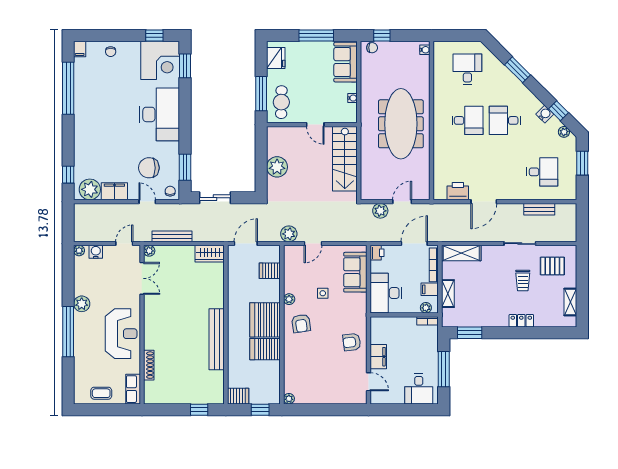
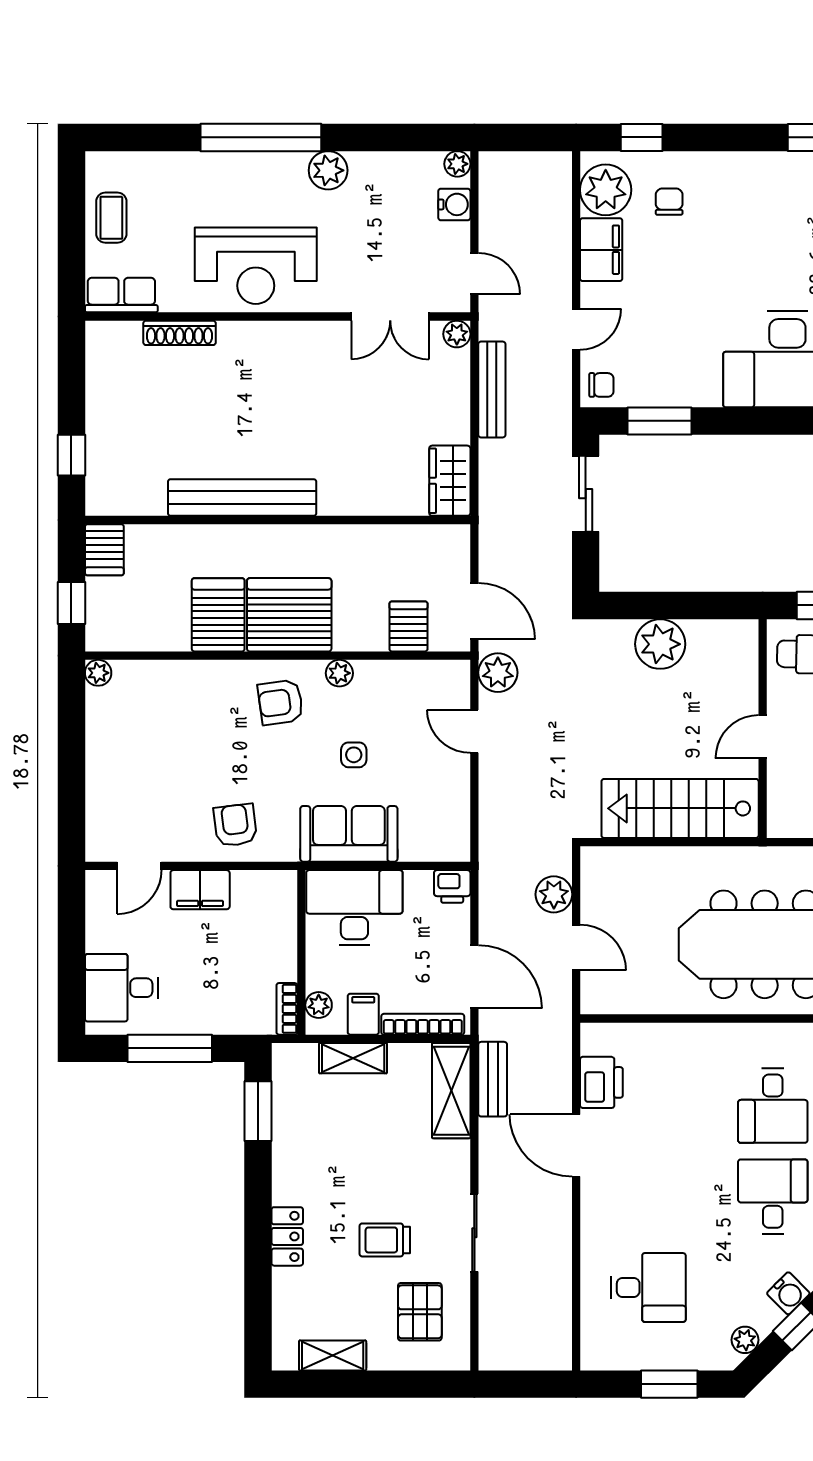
chair: (149, 168) -> (669, 202), moved, width x0.54, depth x0.54
desk: (542, 172) -> (648, 1287), turned -90
bench: (539, 209) -> (493, 1079), moved
door: (246, 244) -> (474, 611), moved
sofa: (355, 272) -> (349, 834), moved

